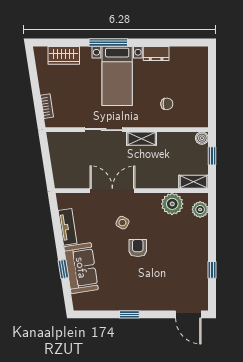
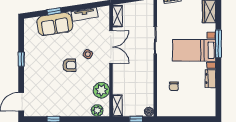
shelving: (142, 139) -> (117, 16), moved

